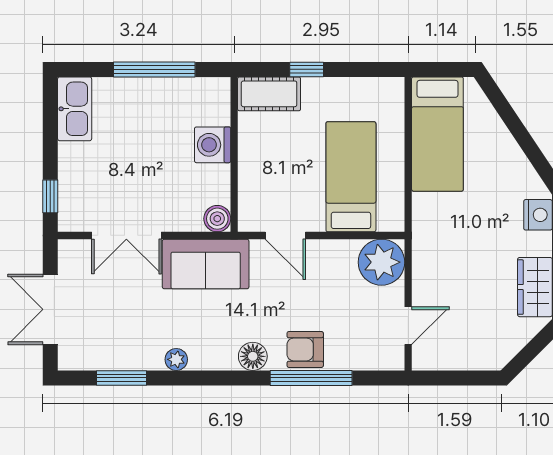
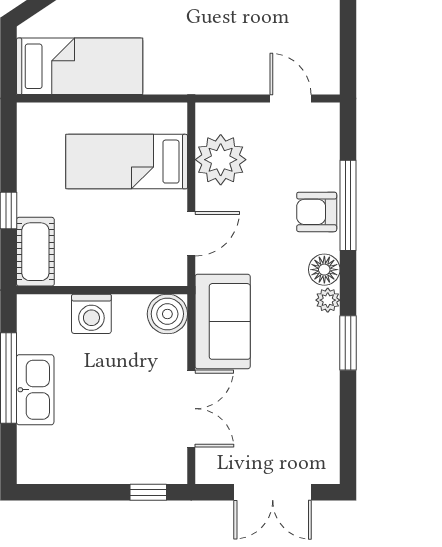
kitchen sink: (75, 109) -> (35, 390), moved, turned 90
boiler: (217, 219) -> (167, 314), width x1.36, depth x1.36
plant: (381, 262) -> (221, 160), moved
armchair: (305, 349) -> (317, 212), turned 90
plant: (176, 359) -> (328, 300), moved
window: (122, 378) -> (348, 343), moved

